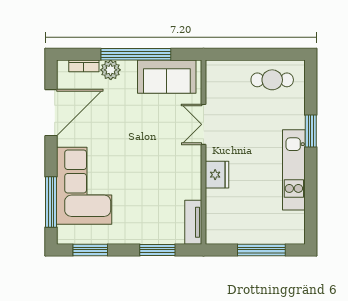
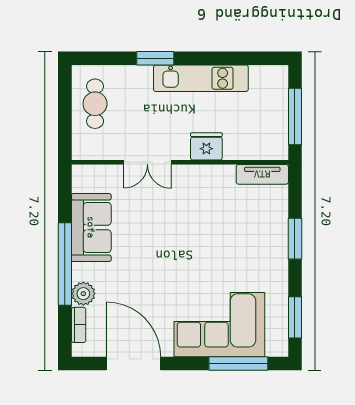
double door: (204, 124) -> (147, 162), moved
wall: (204, 152) -> (180, 162), moved
fridge: (217, 175) -> (206, 146), moved
tv unit: (193, 222) -> (262, 174), moved

